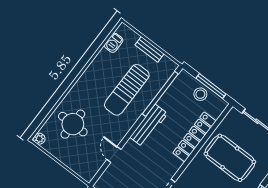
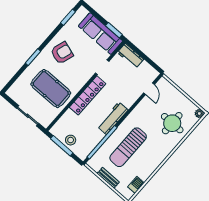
sun lounger: (127, 90) -> (128, 147), turned 180
locker: (194, 137) -> (88, 95), moved
door: (114, 154) -> (149, 89), moved

